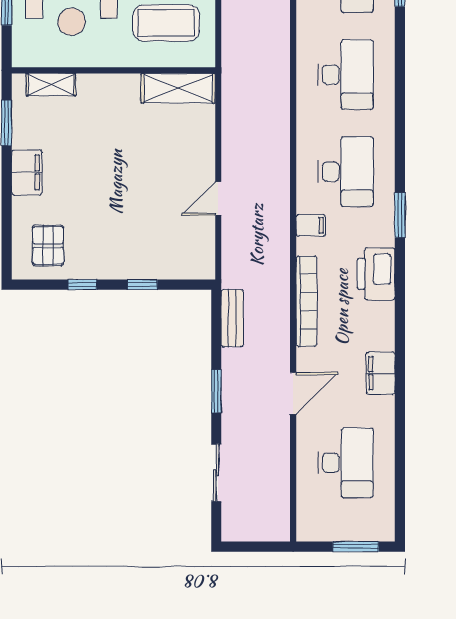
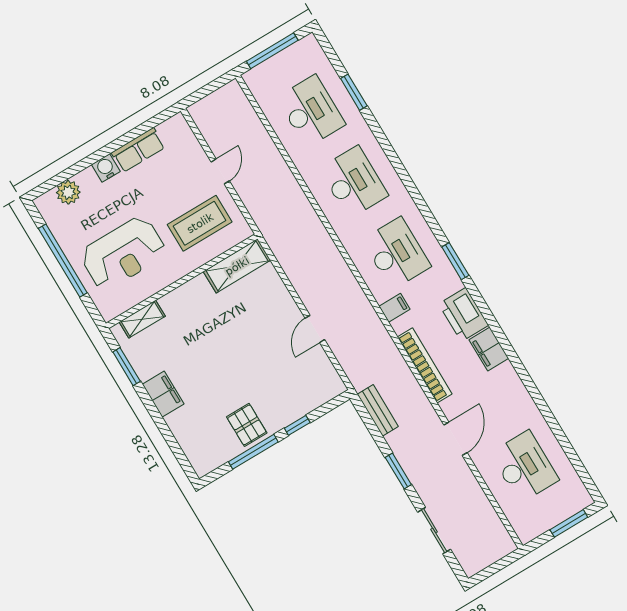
pallet: (48, 245) -> (247, 425), moved
window: (82, 285) -> (253, 452), width x2.17
filing cabinet: (381, 373) -> (489, 349), moved

